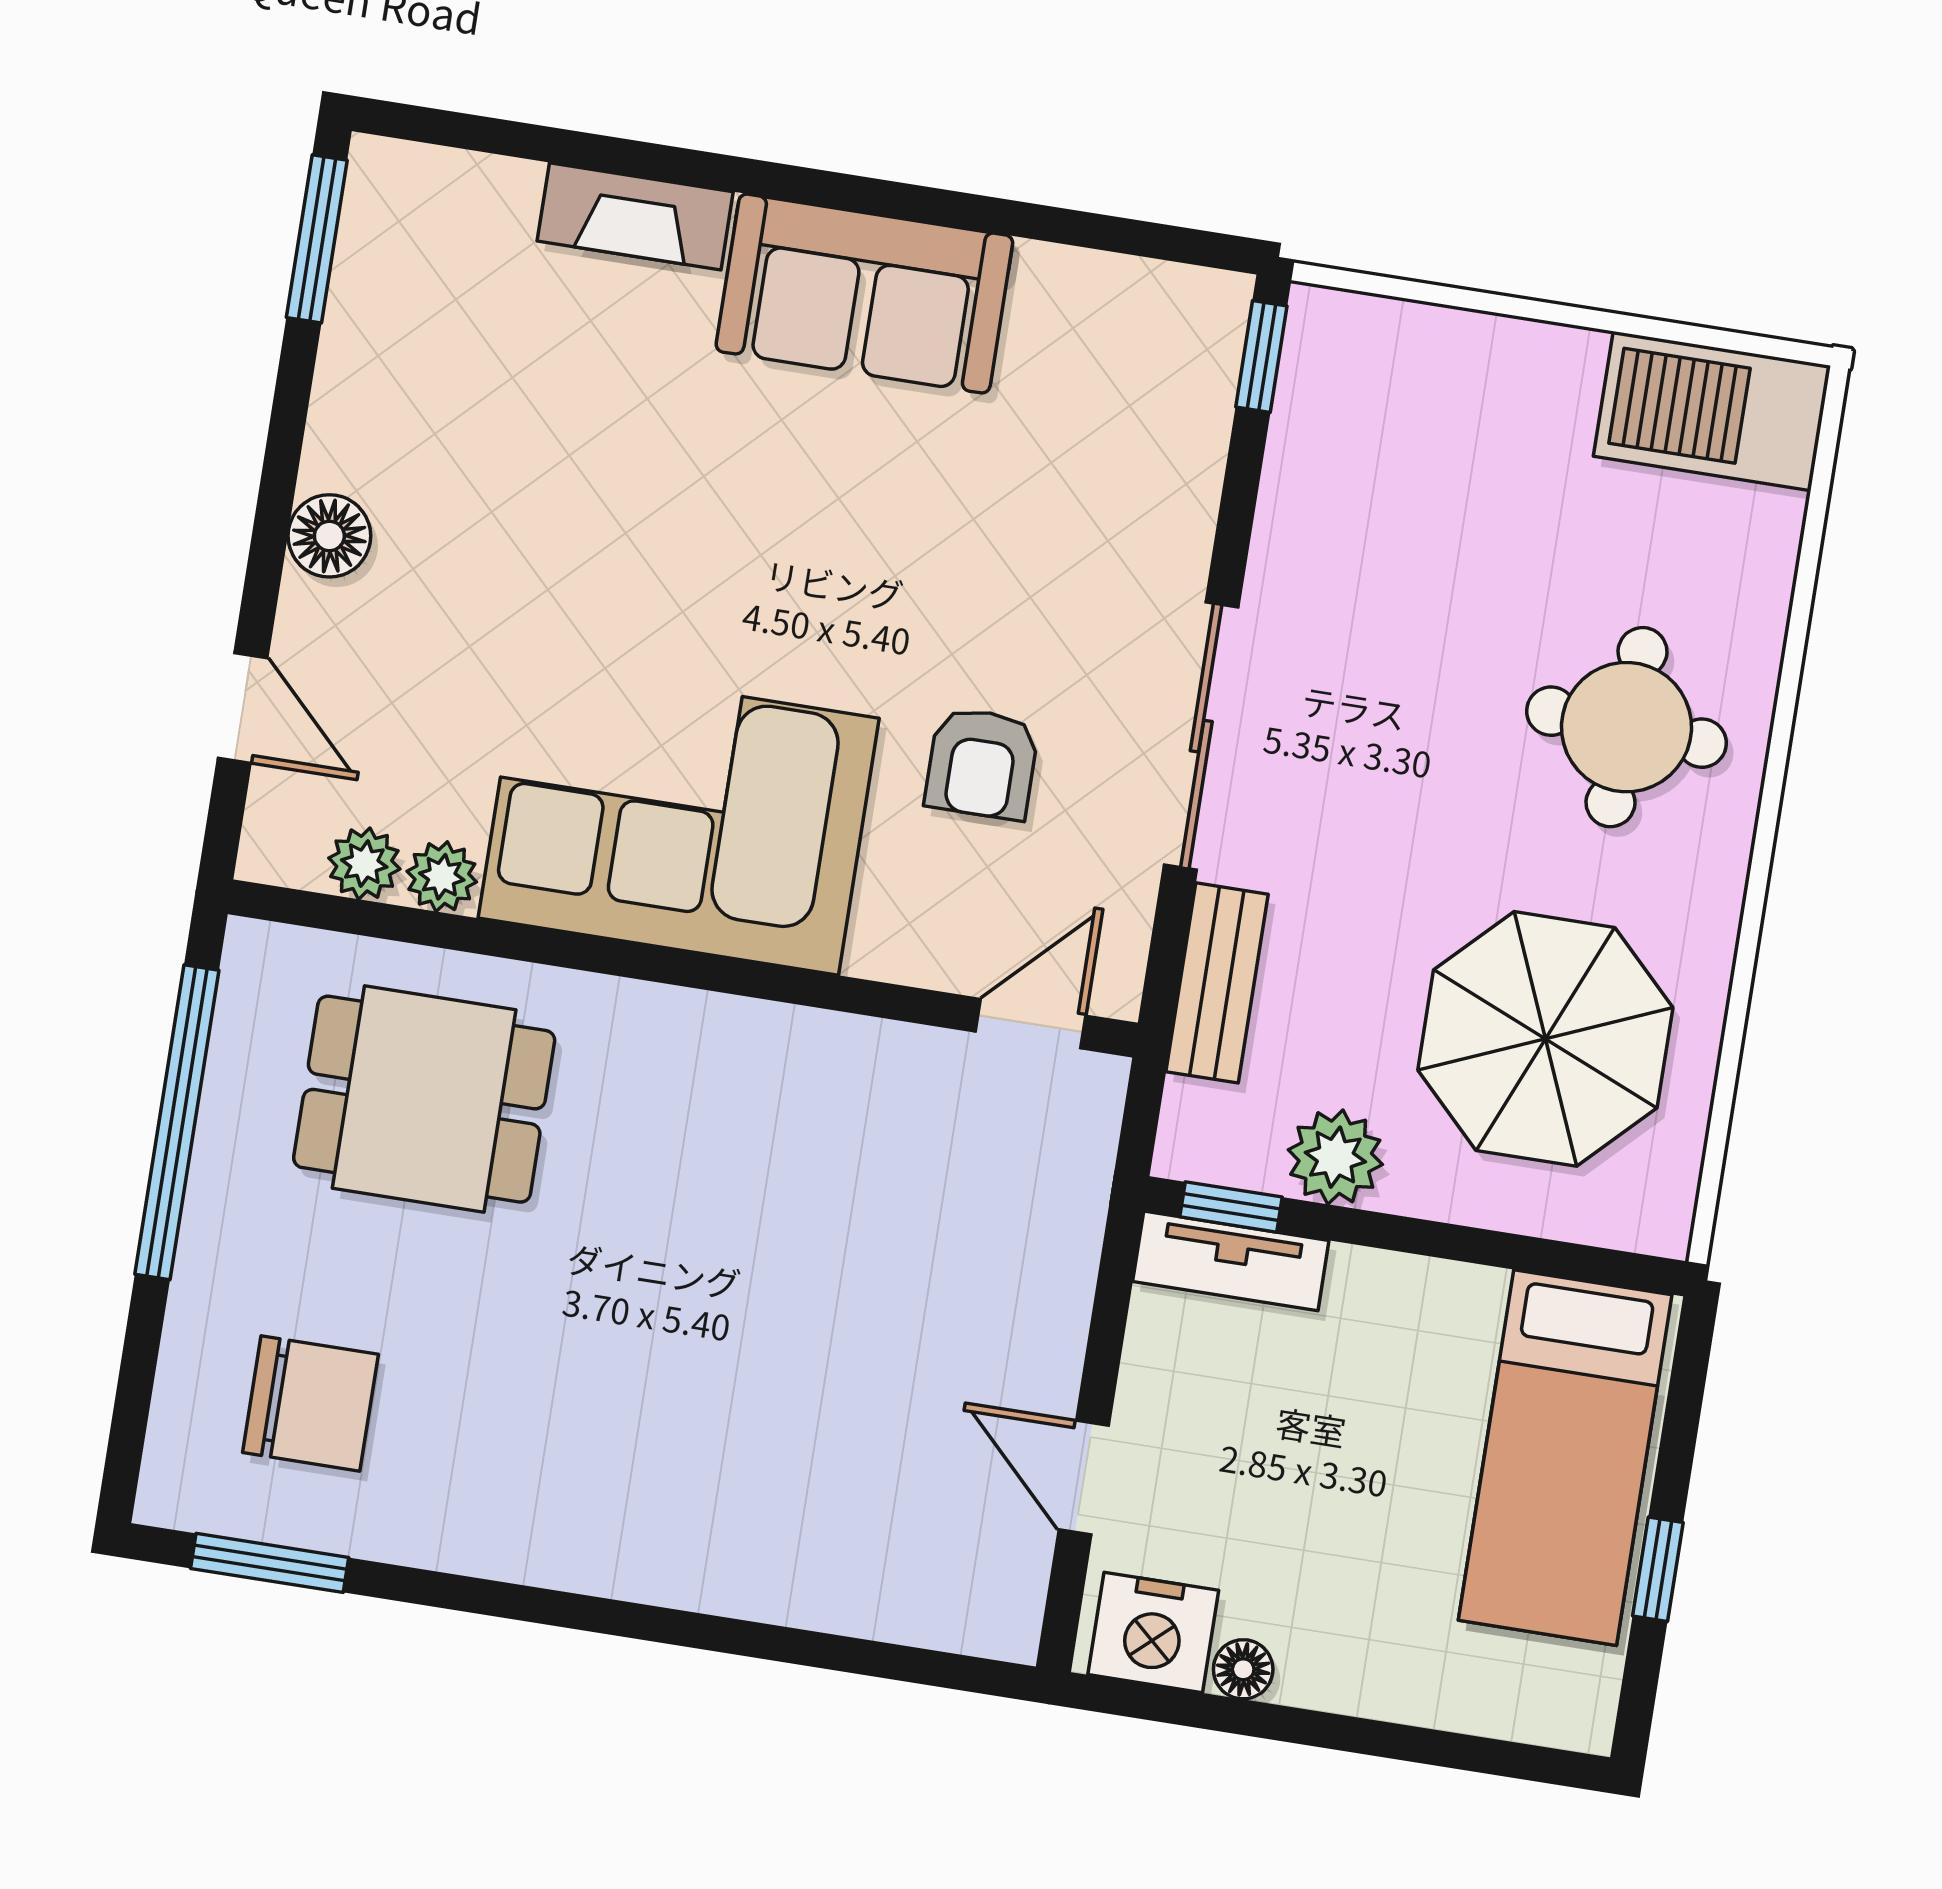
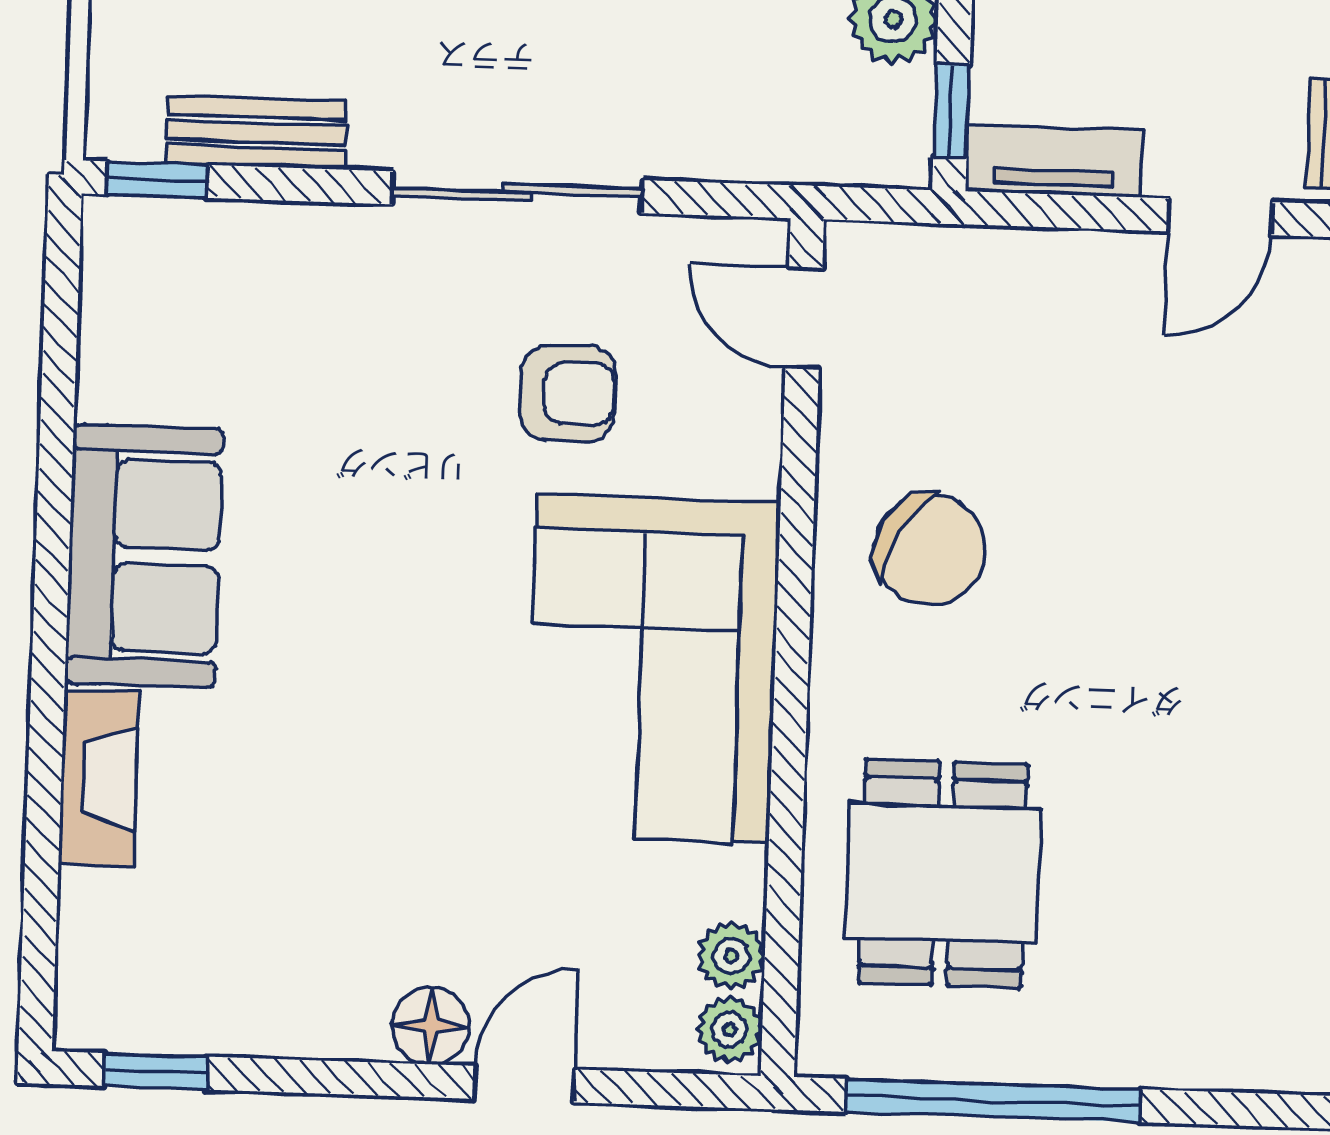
window: (317, 239) -> (156, 1071), width x0.67
door: (243, 708) -> (525, 1084), moved
plant: (442, 877) -> (729, 1029), moved
bench: (1217, 983) -> (256, 132), moved
tv unit: (1231, 1261) -> (1054, 161), moved, turned -90
chair: (310, 1403) -> (930, 550), moved, turned 120

